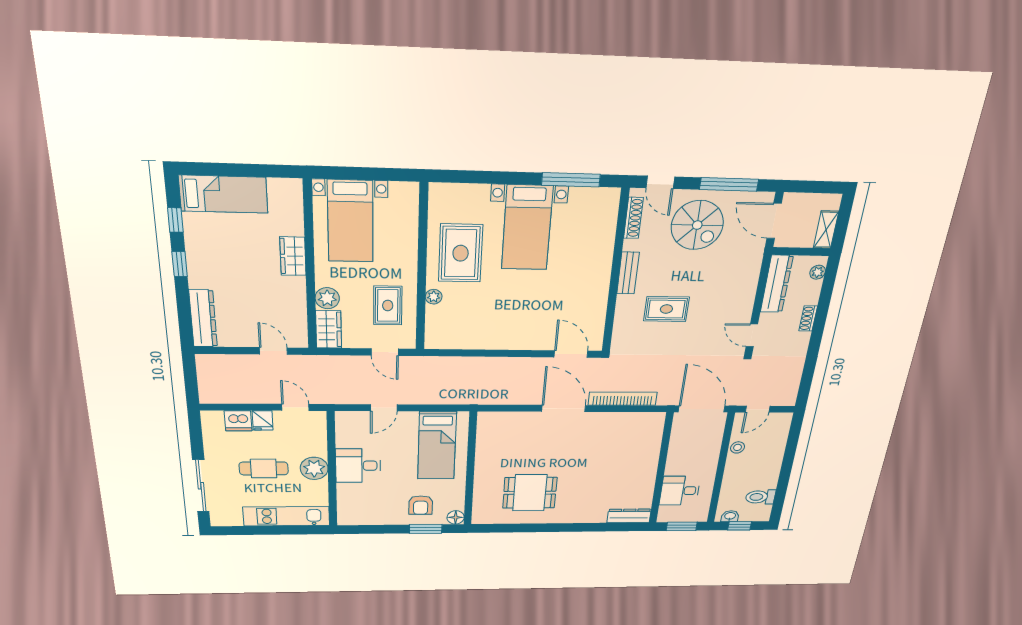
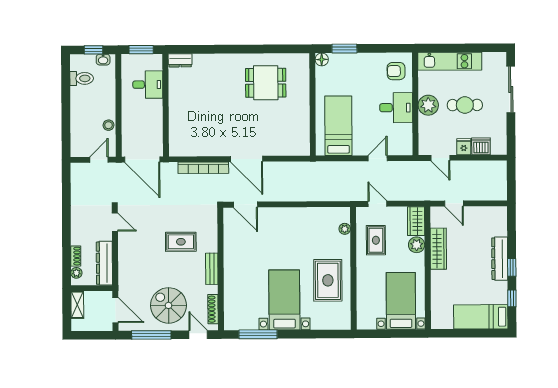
wardrobe: (293, 256) -> (438, 249), moved, width x1.50
plant: (434, 297) -> (345, 229), moved
dresser: (203, 318) -> (500, 259), moved
shoe rack: (808, 318) -> (76, 256), moved
armchair: (421, 505) -> (396, 71), moved, turned -90
dresser: (629, 516) -> (180, 60), width x0.70

